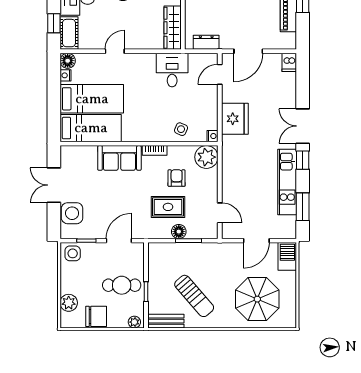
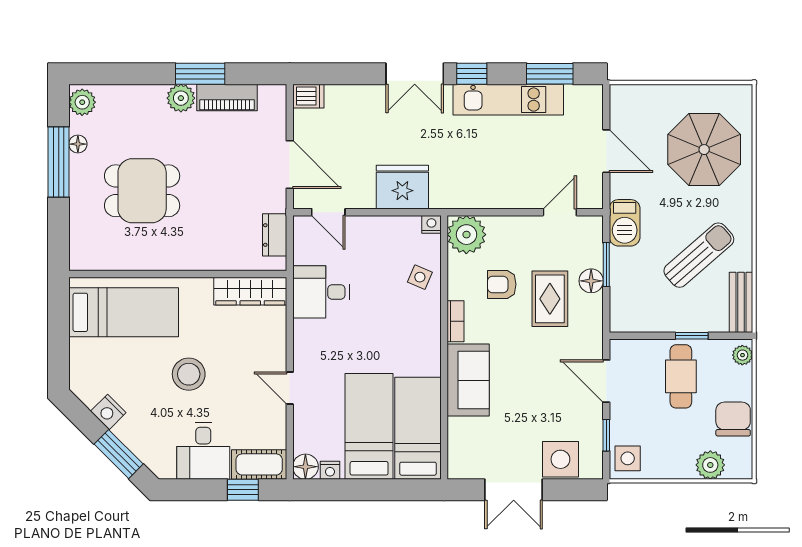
barbecue: (287, 256) -> (625, 223), moved, turned -90

